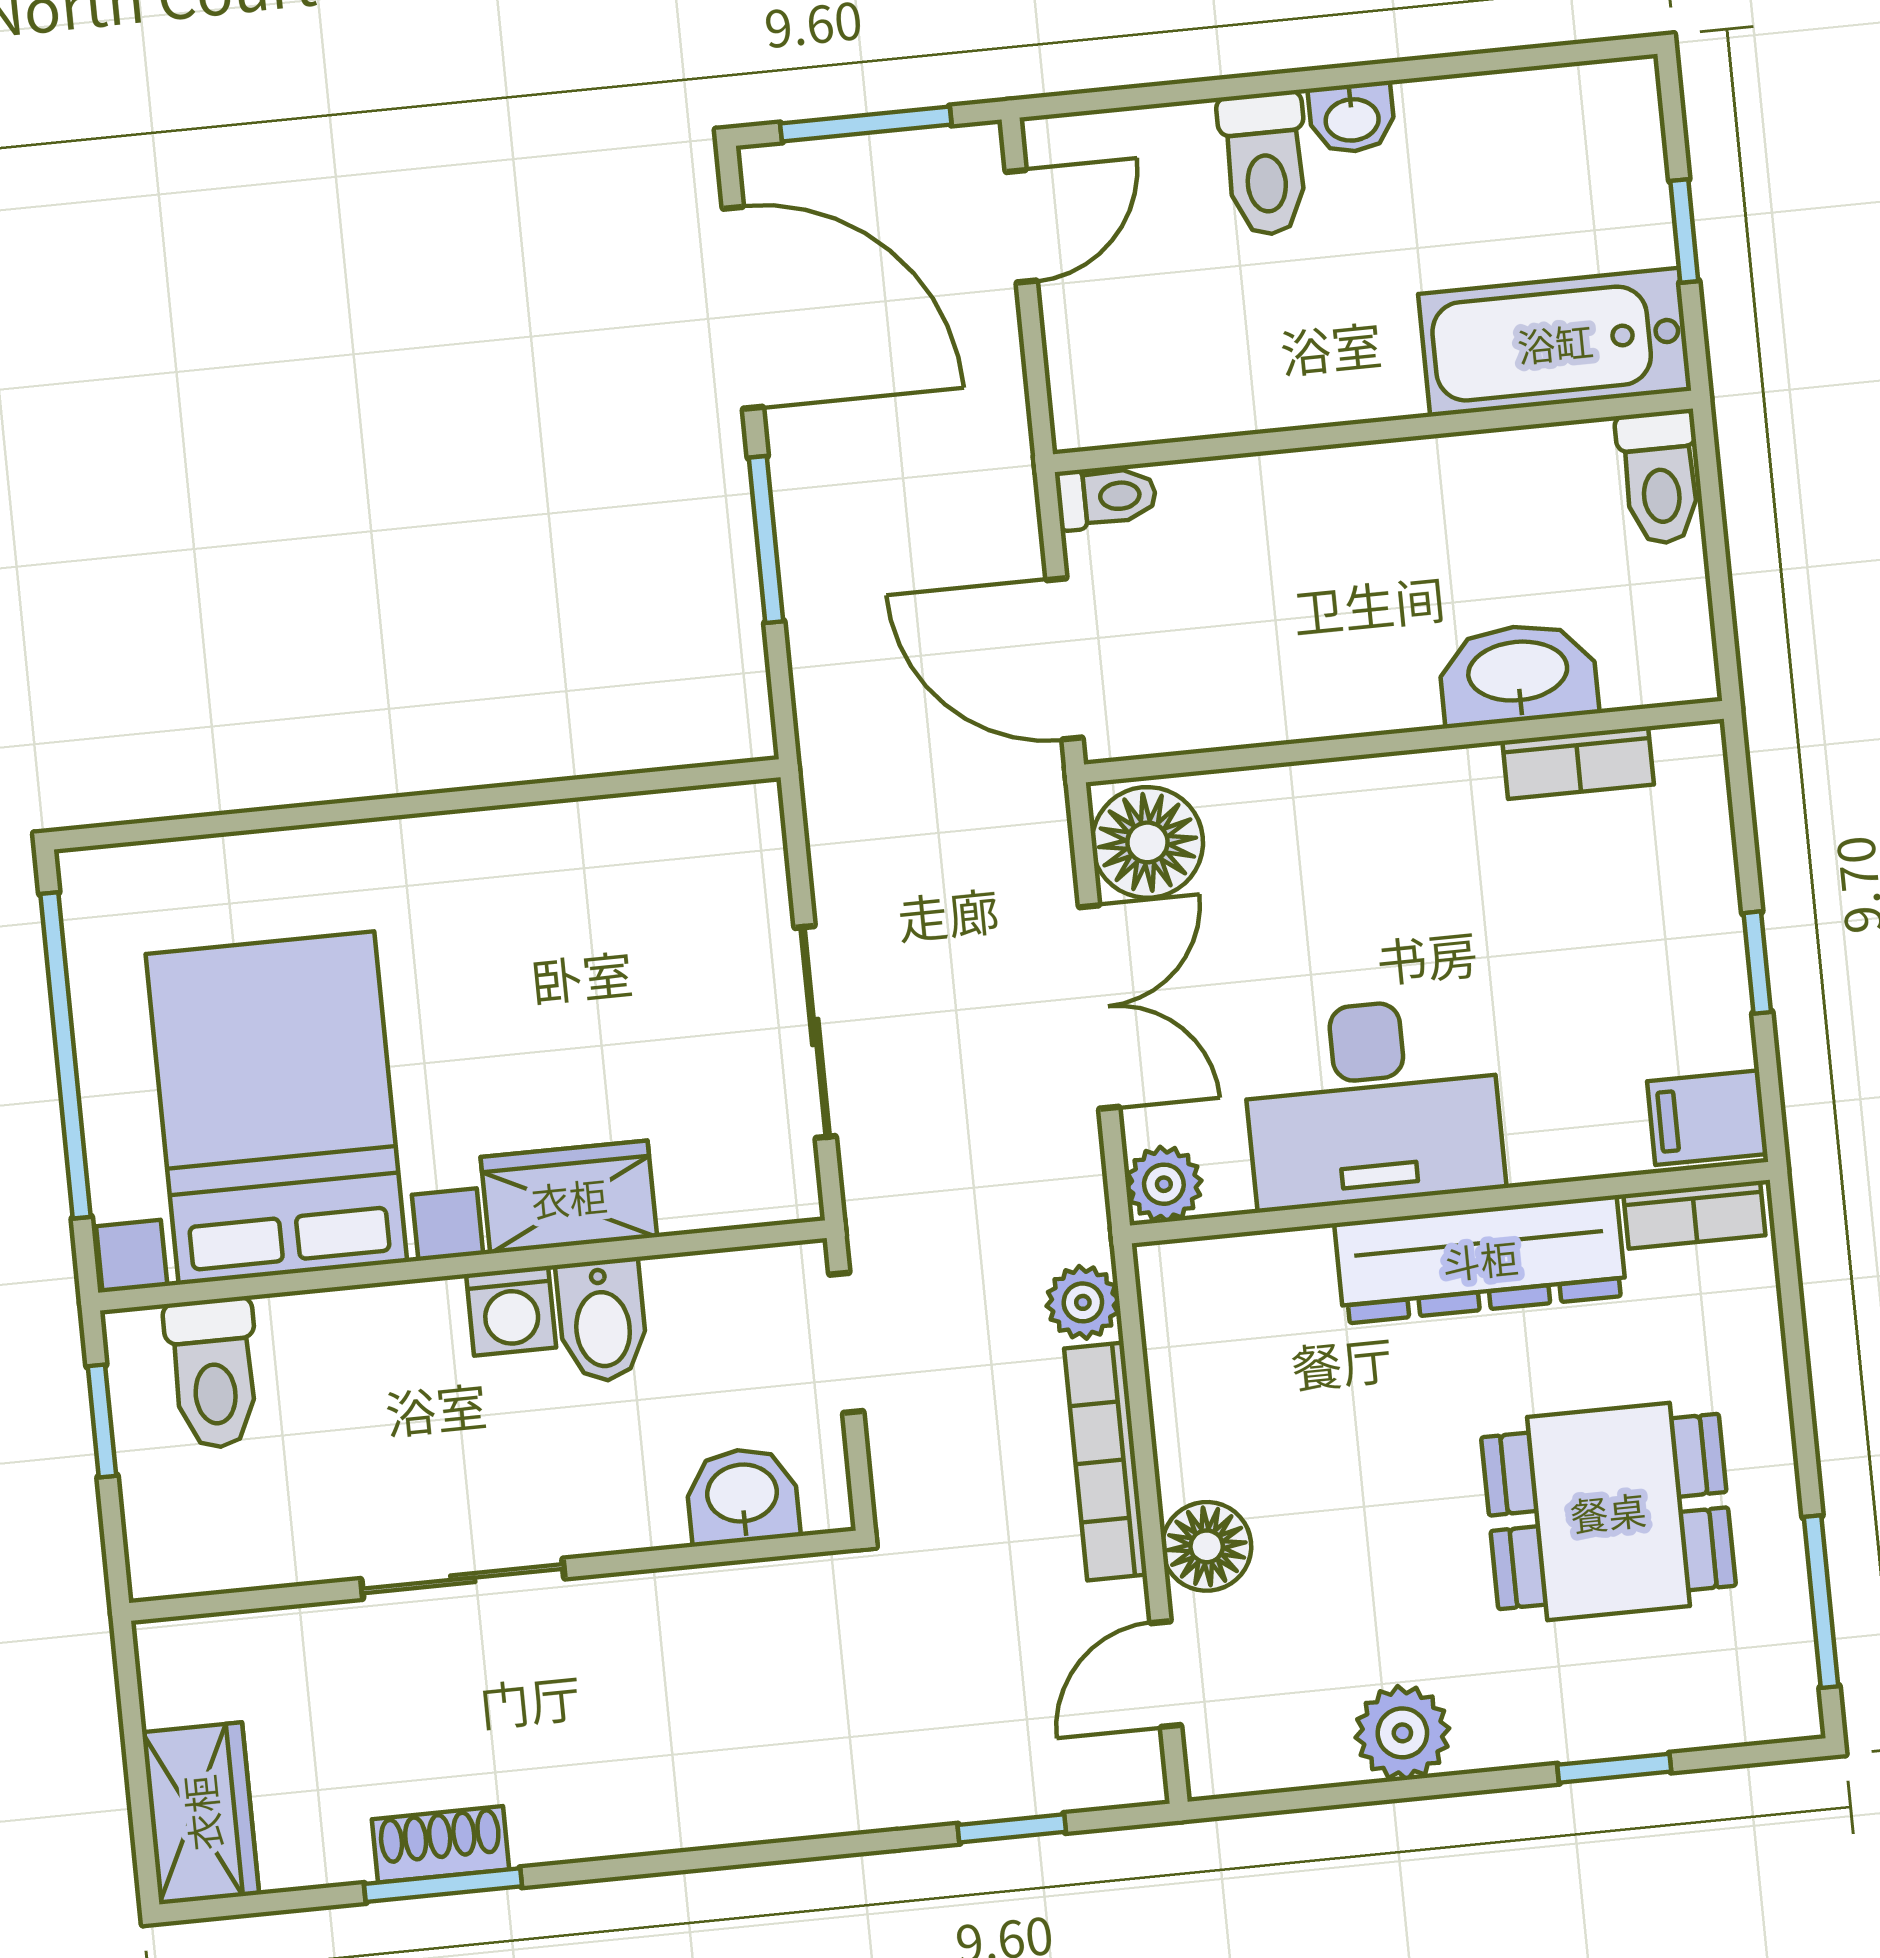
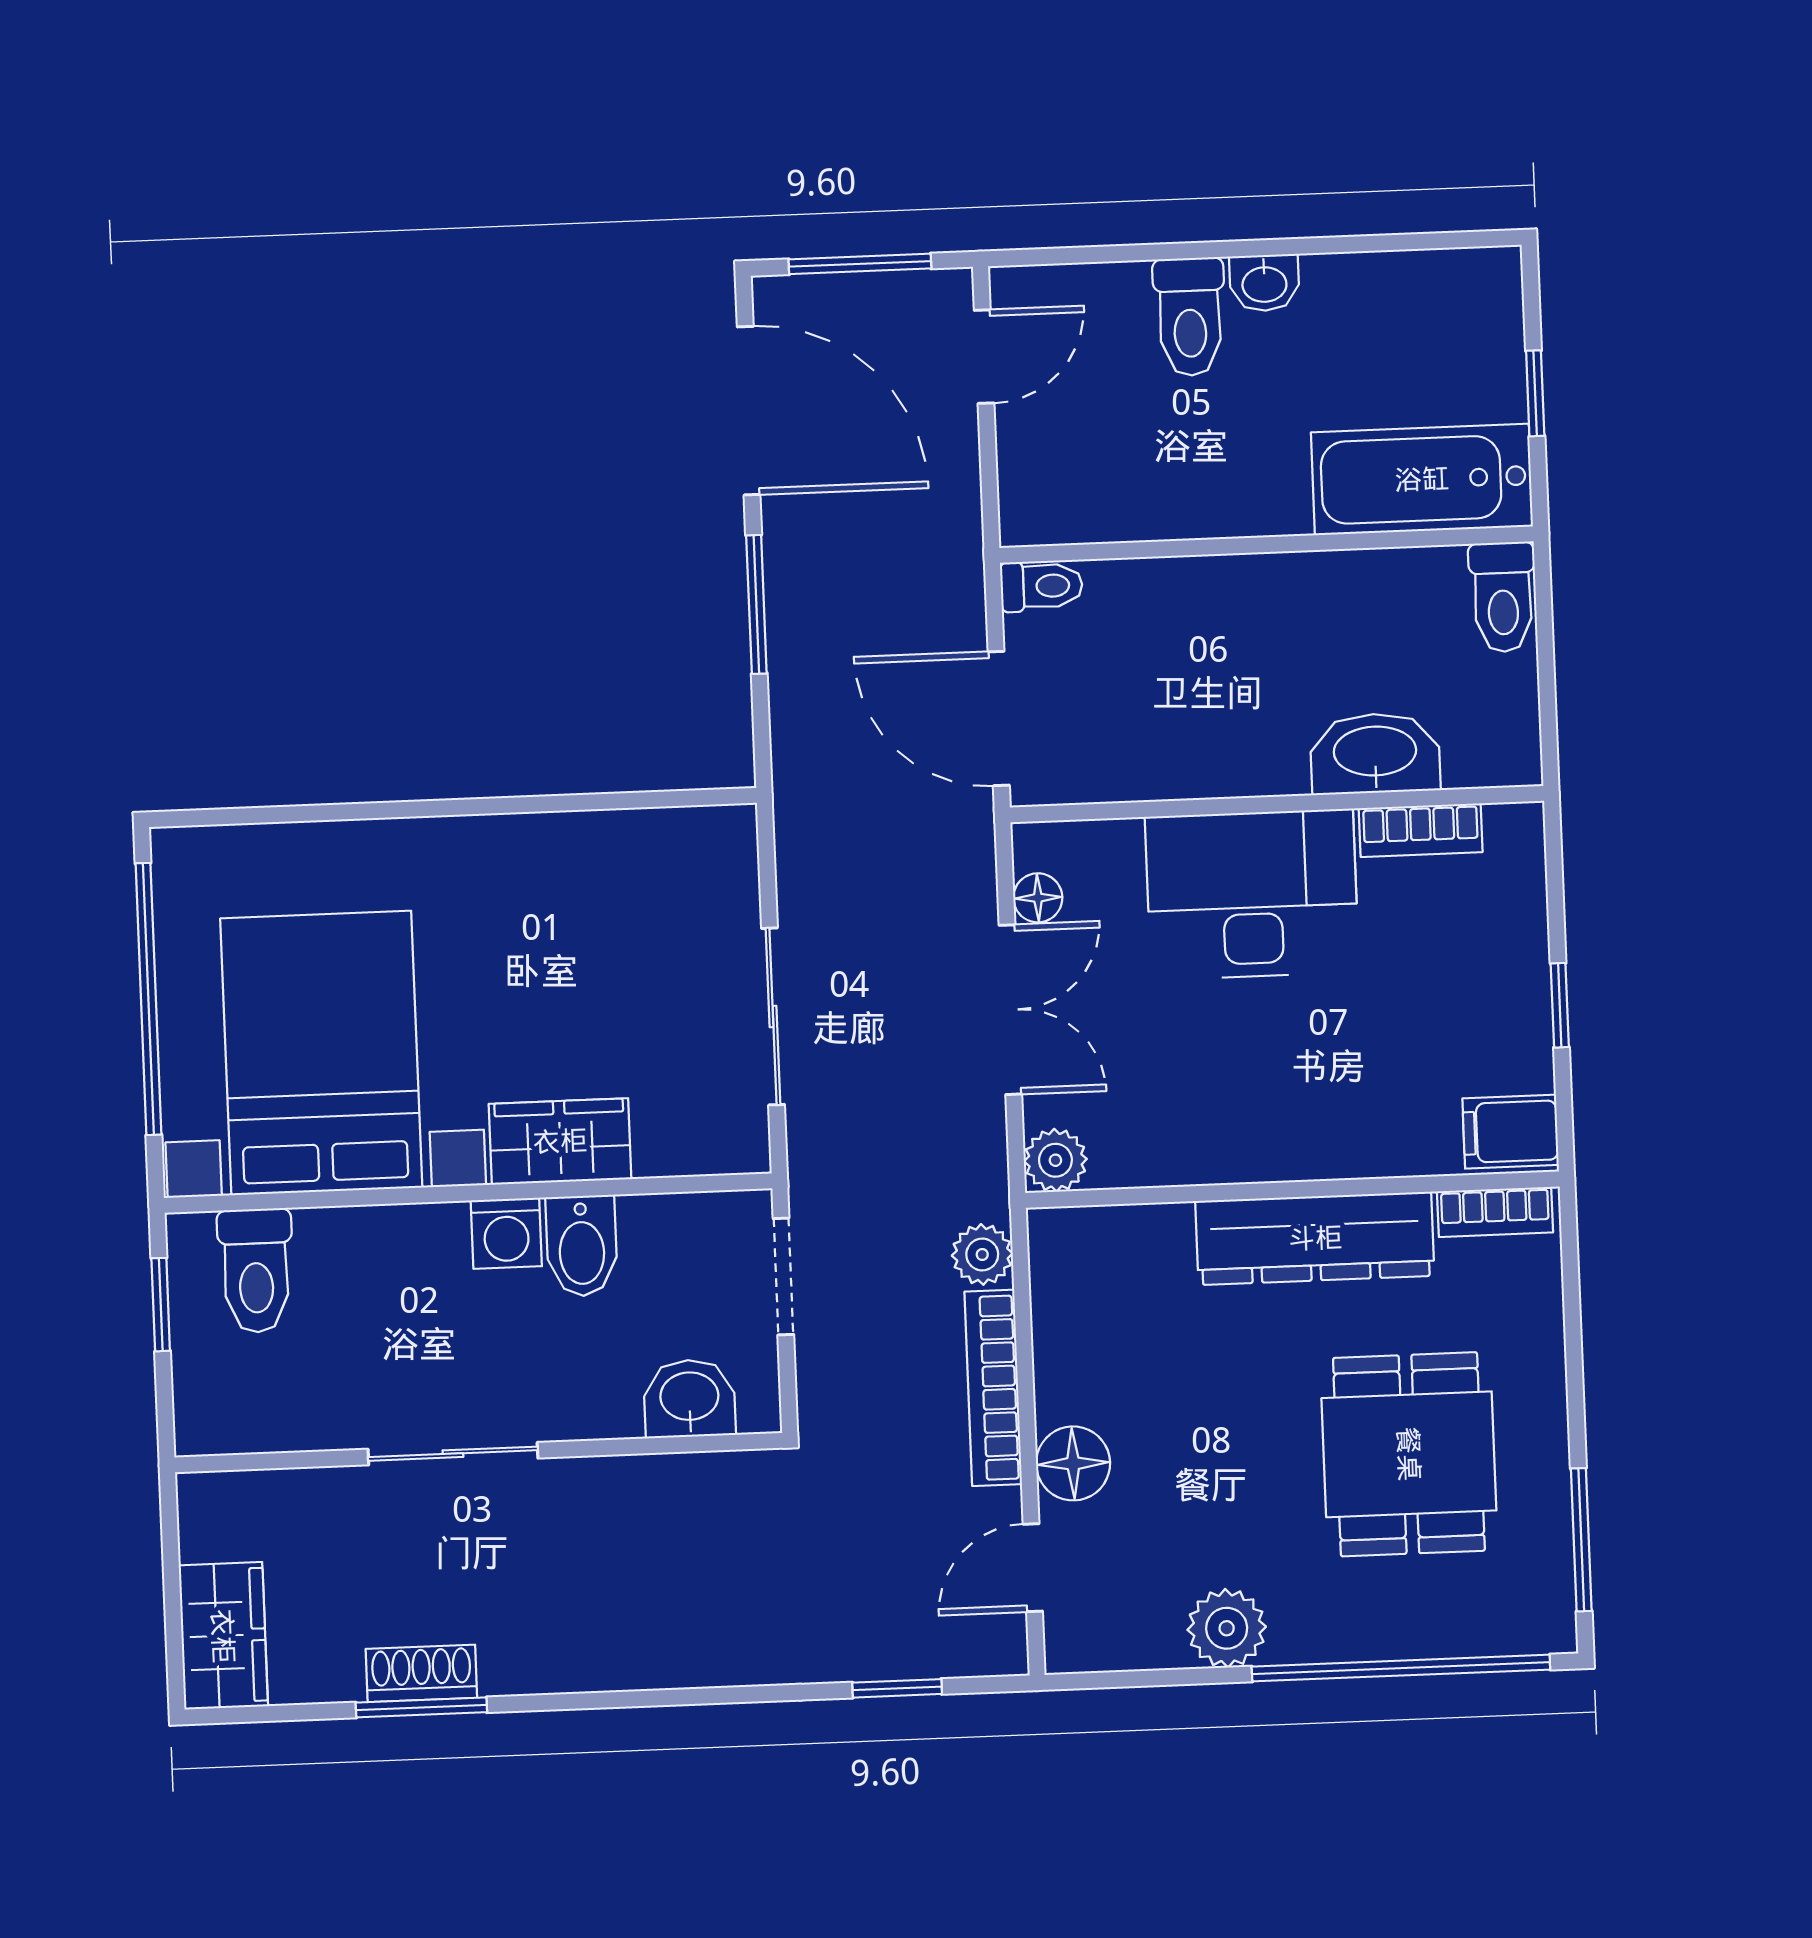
floor lamp: (1147, 842) -> (1038, 898), width x0.53, depth x0.53
desk: (1372, 1103) -> (1252, 894), moved, turned 180
dining table: (1608, 1511) -> (1409, 1454), turned 90
window: (1614, 1768) -> (1401, 1668), width x3.17

